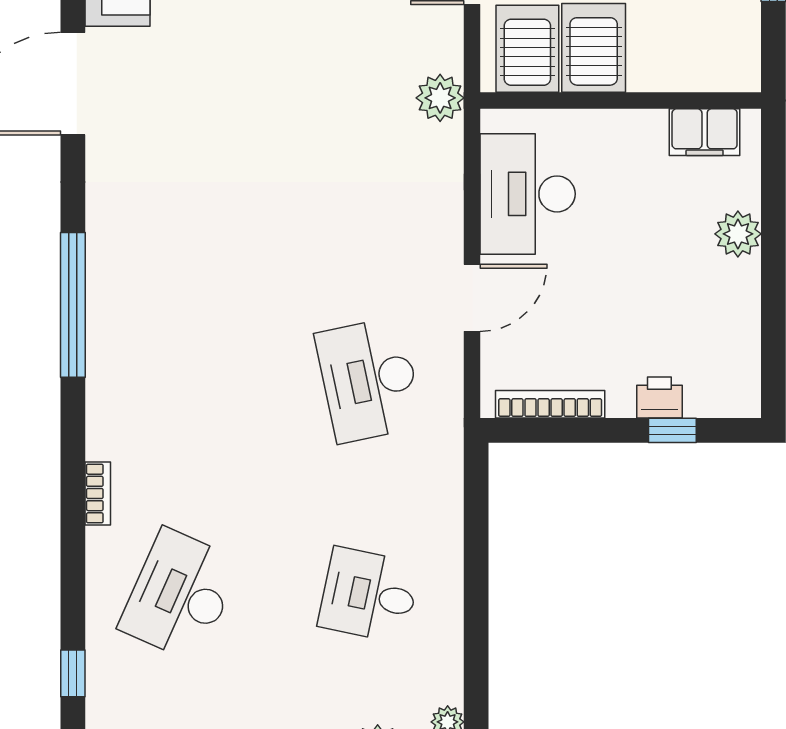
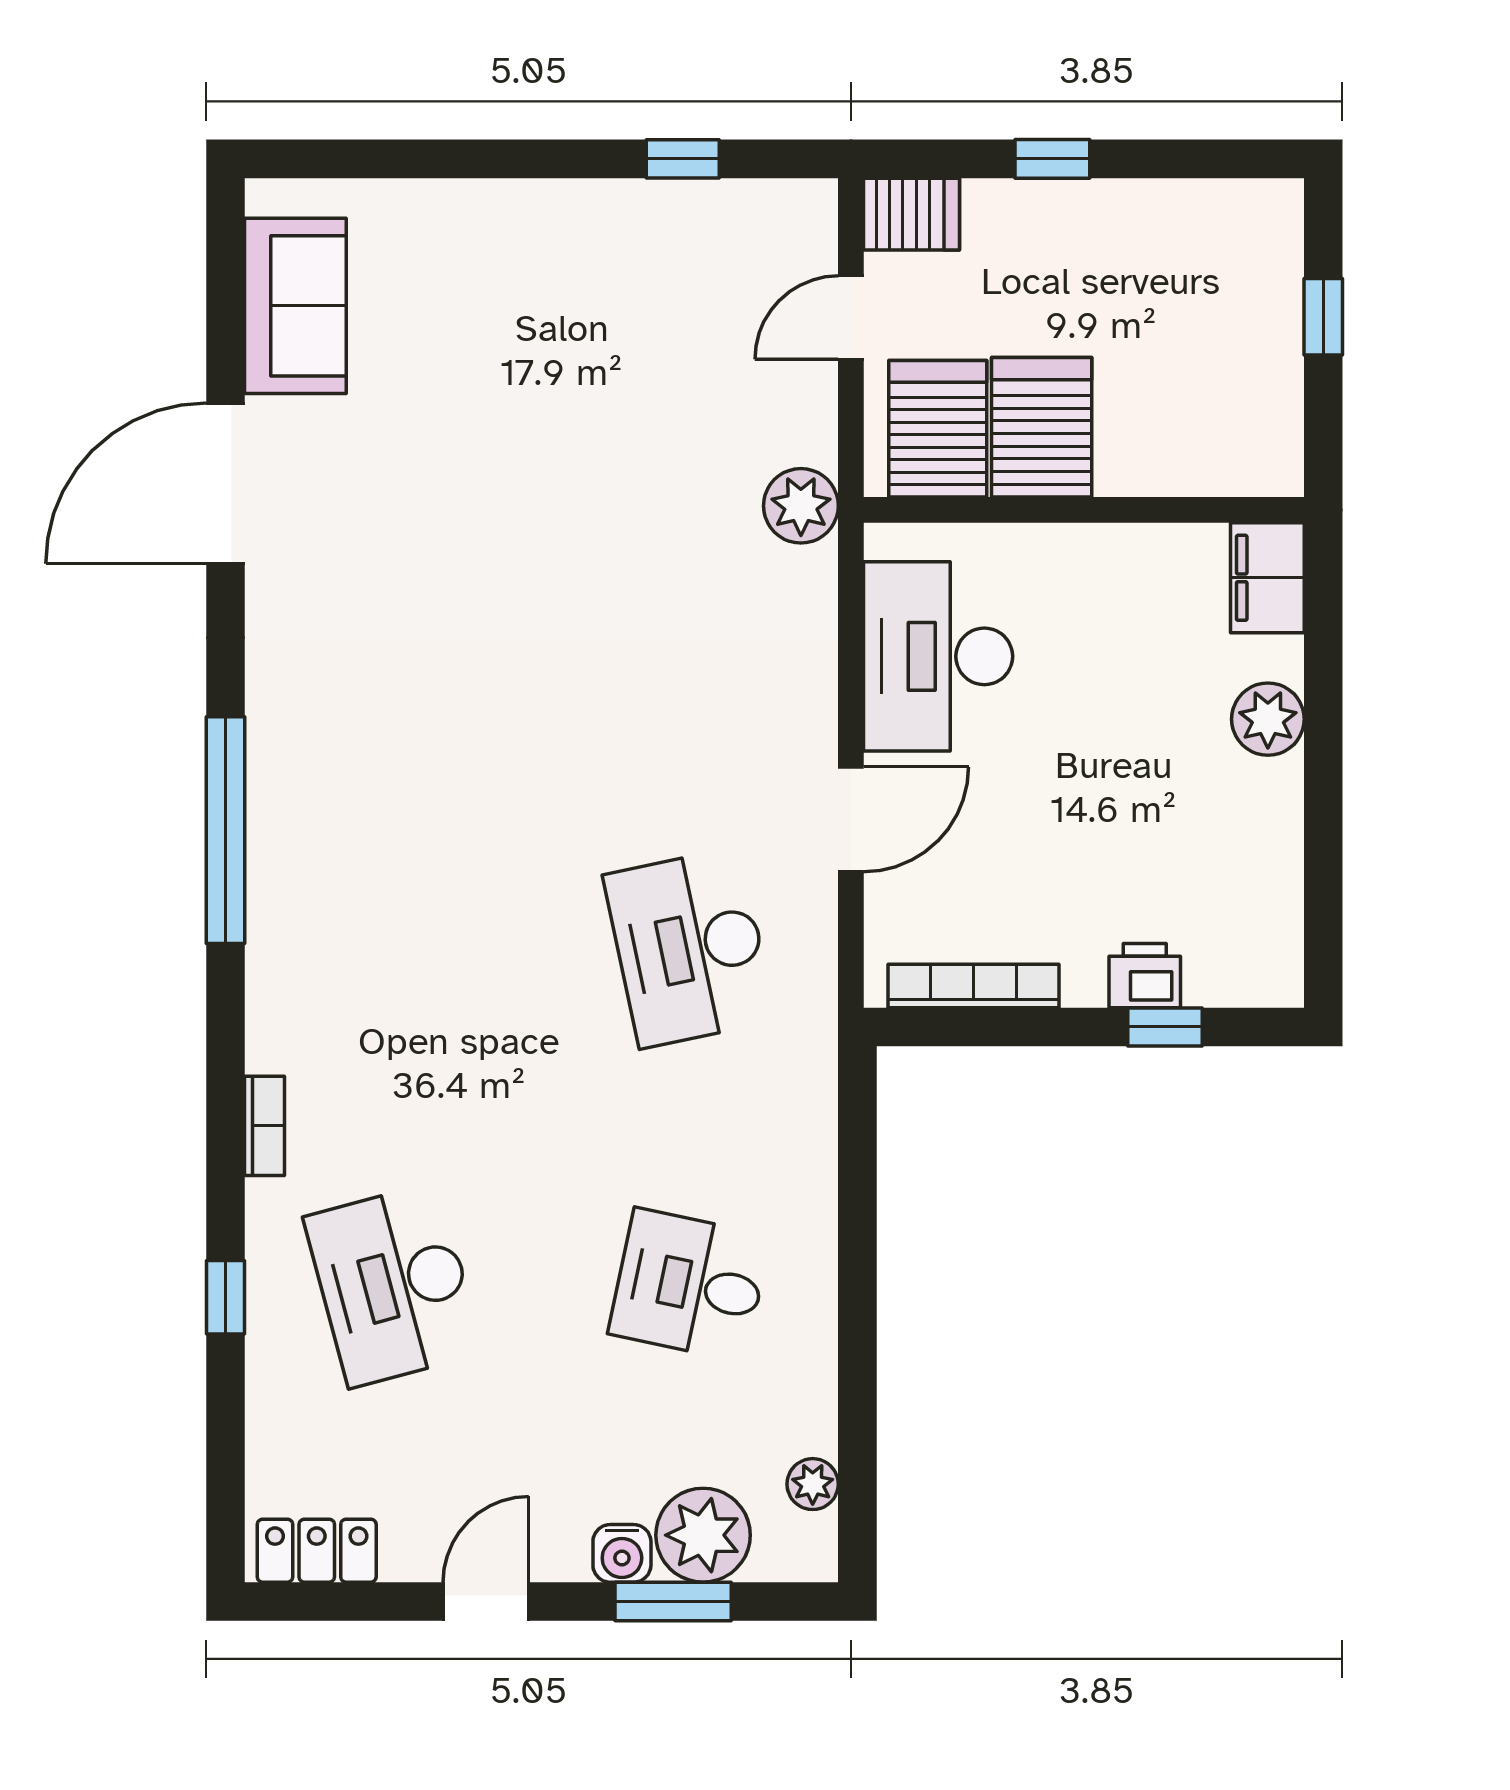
filing cabinet: (705, 132) -> (1267, 578), moved, turned 90
desk: (180, 595) -> (393, 1285), turned -39
window: (73, 673) -> (225, 1297), moved

